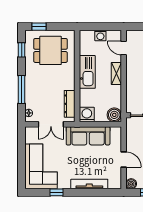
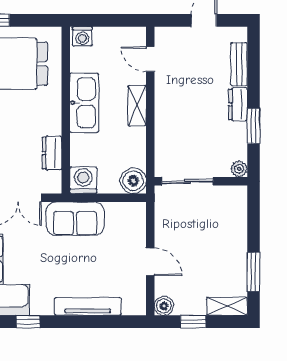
washing machine: (100, 35) -> (82, 36), moved
dresser: (70, 104) -> (52, 153), width x0.70
sofa: (88, 136) -> (75, 219), width x0.73

